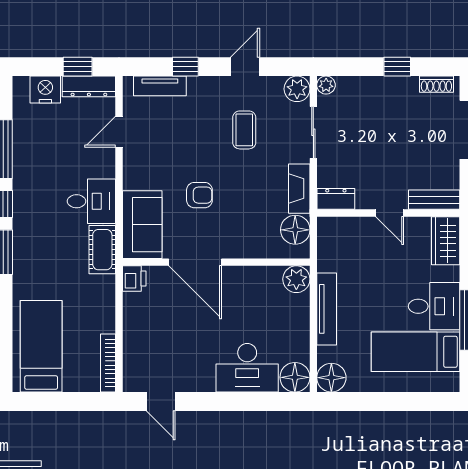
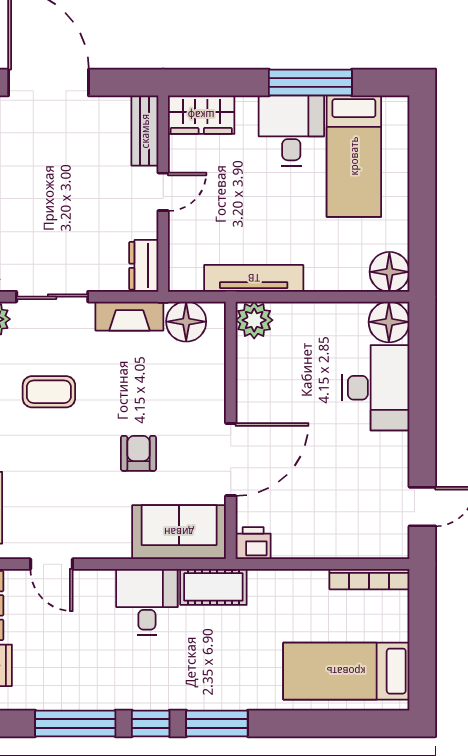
tv unit: (327, 309) -> (254, 278), moved

